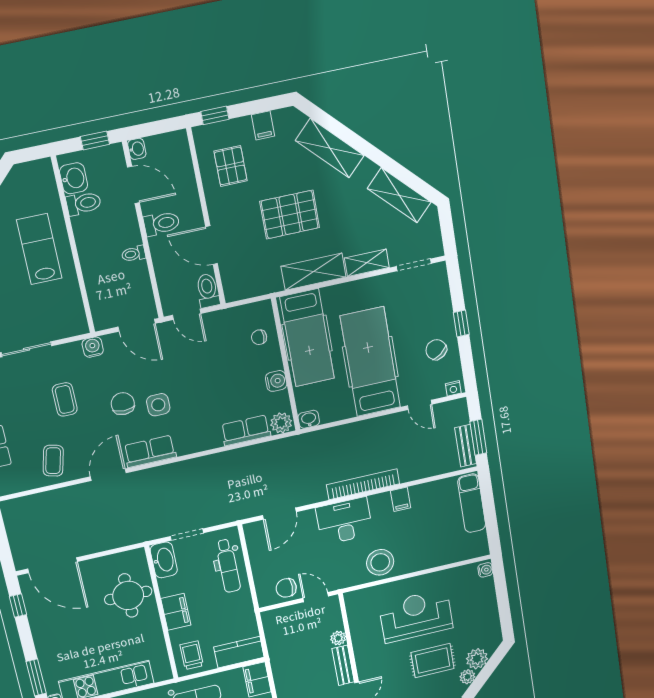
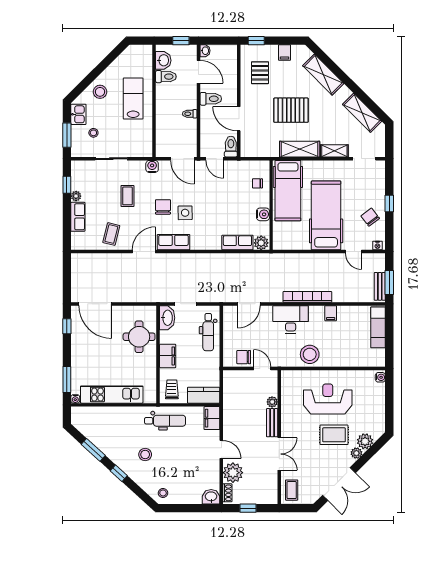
washbasin: (309, 419) -> (279, 244), removed

